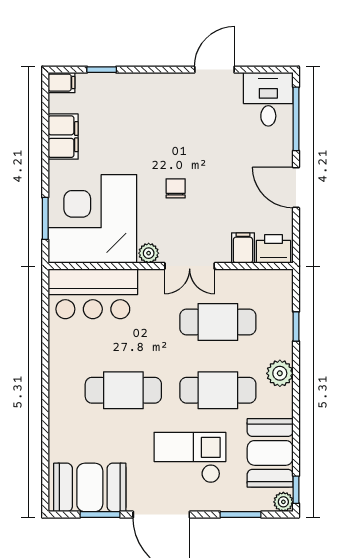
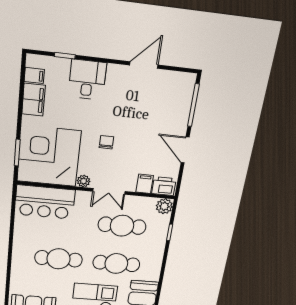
filing cabinet: (62, 83) -> (34, 75), moved
desk: (268, 99) -> (87, 80), moved
plant: (280, 373) -> (164, 206), moved

